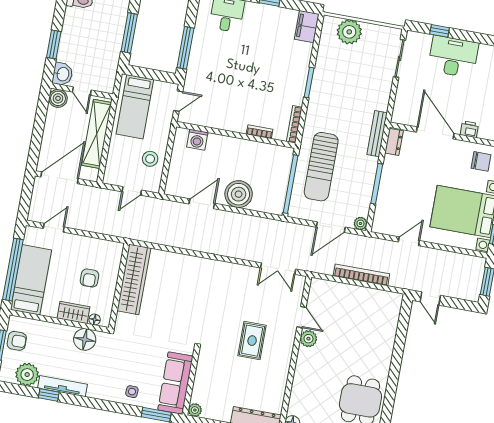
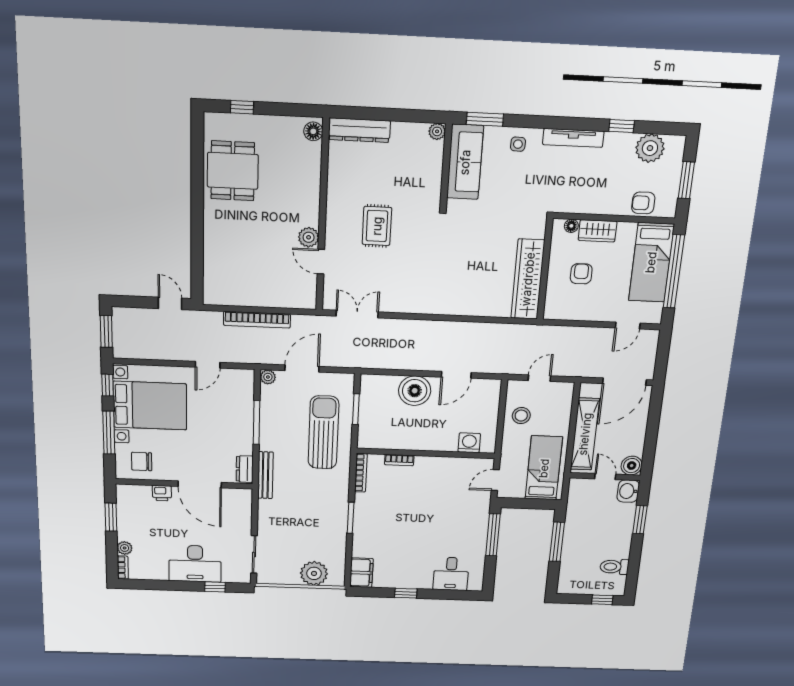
window: (291, 184) -> (356, 409), width x0.47
floor lamp: (85, 339) -> (582, 200), removed
armchair: (17, 341) -> (643, 203), moved
tv unit: (63, 386) -> (573, 138), moved

